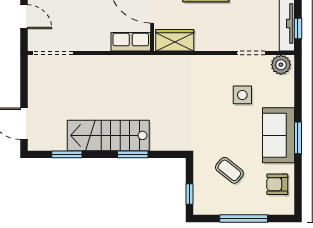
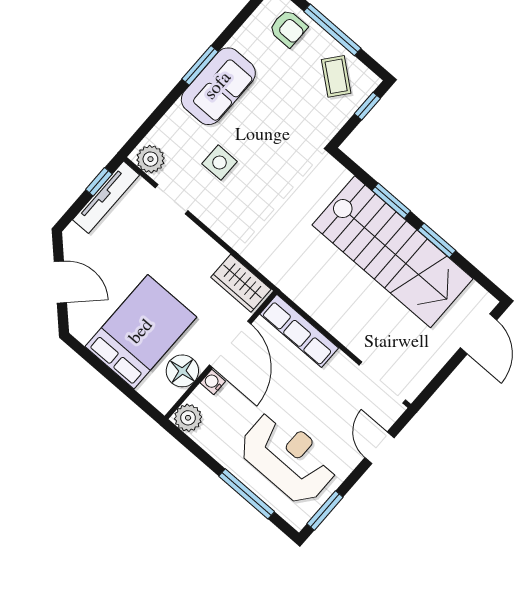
row of seats: (131, 42) -> (299, 331), width x1.48
stairs: (108, 135) -> (393, 252), width x1.36, depth x1.51
window: (67, 154) -> (437, 240), moved
coffee table: (229, 170) -> (336, 76), moved
armchair: (277, 184) -> (288, 28), moved

